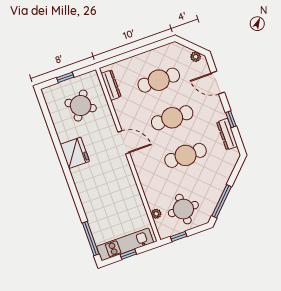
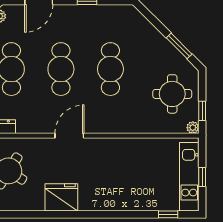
dresser: (227, 134) -> (103, 12), removed
window: (222, 201) -> (179, 46), width x0.69
plant: (156, 214) -> (193, 128), moved
window: (91, 238) -> (168, 214), width x0.46

